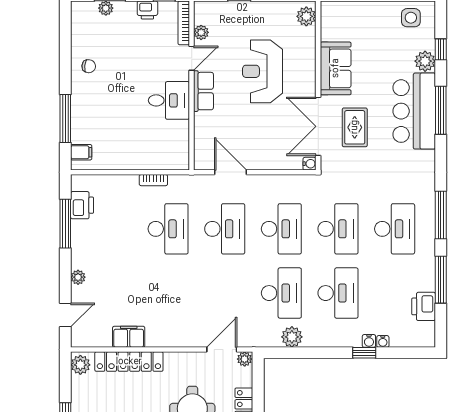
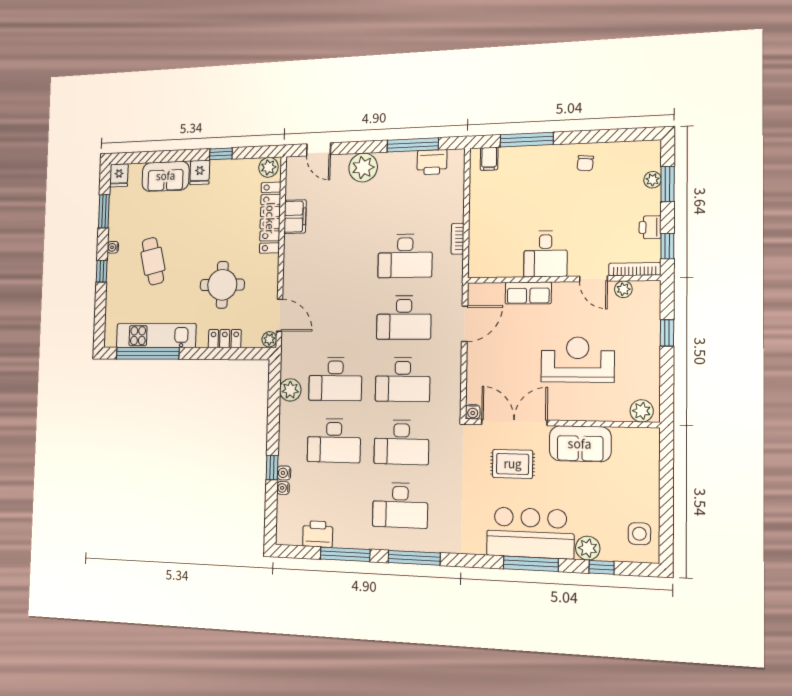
row of seats: (203, 91) -> (528, 293), moved
plant: (78, 277) -> (363, 167), width x1.88, depth x1.88

